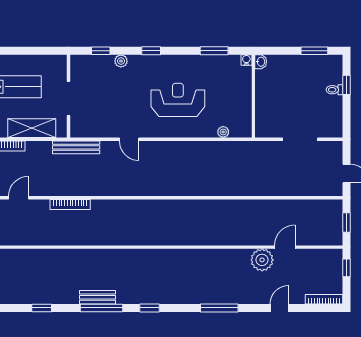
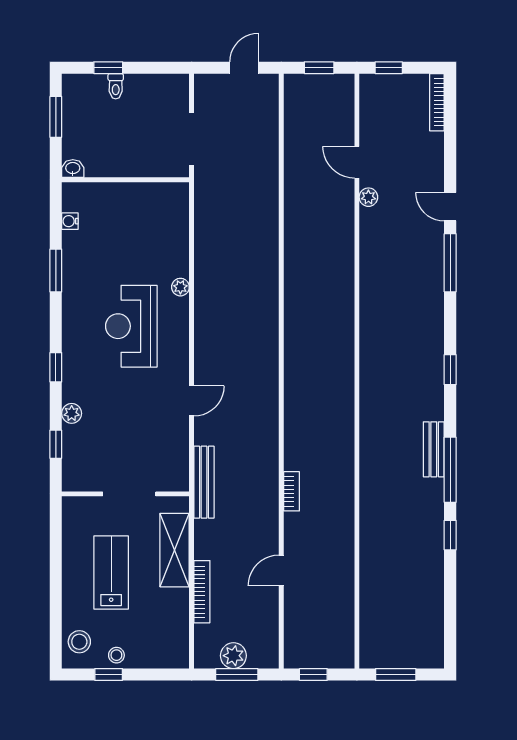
washbasin: (261, 62) -> (73, 169), moved
wall: (253, 96) -> (125, 180), moved
plant: (223, 132) -> (180, 287), moved
door: (19, 198) -> (281, 570), hinge flipped
bookcase: (70, 204) -> (292, 491), width x0.64
plant: (262, 260) -> (368, 197), width x0.53, depth x0.53
window: (102, 308) -> (450, 470), moved
door: (279, 308) -> (450, 207), moved

